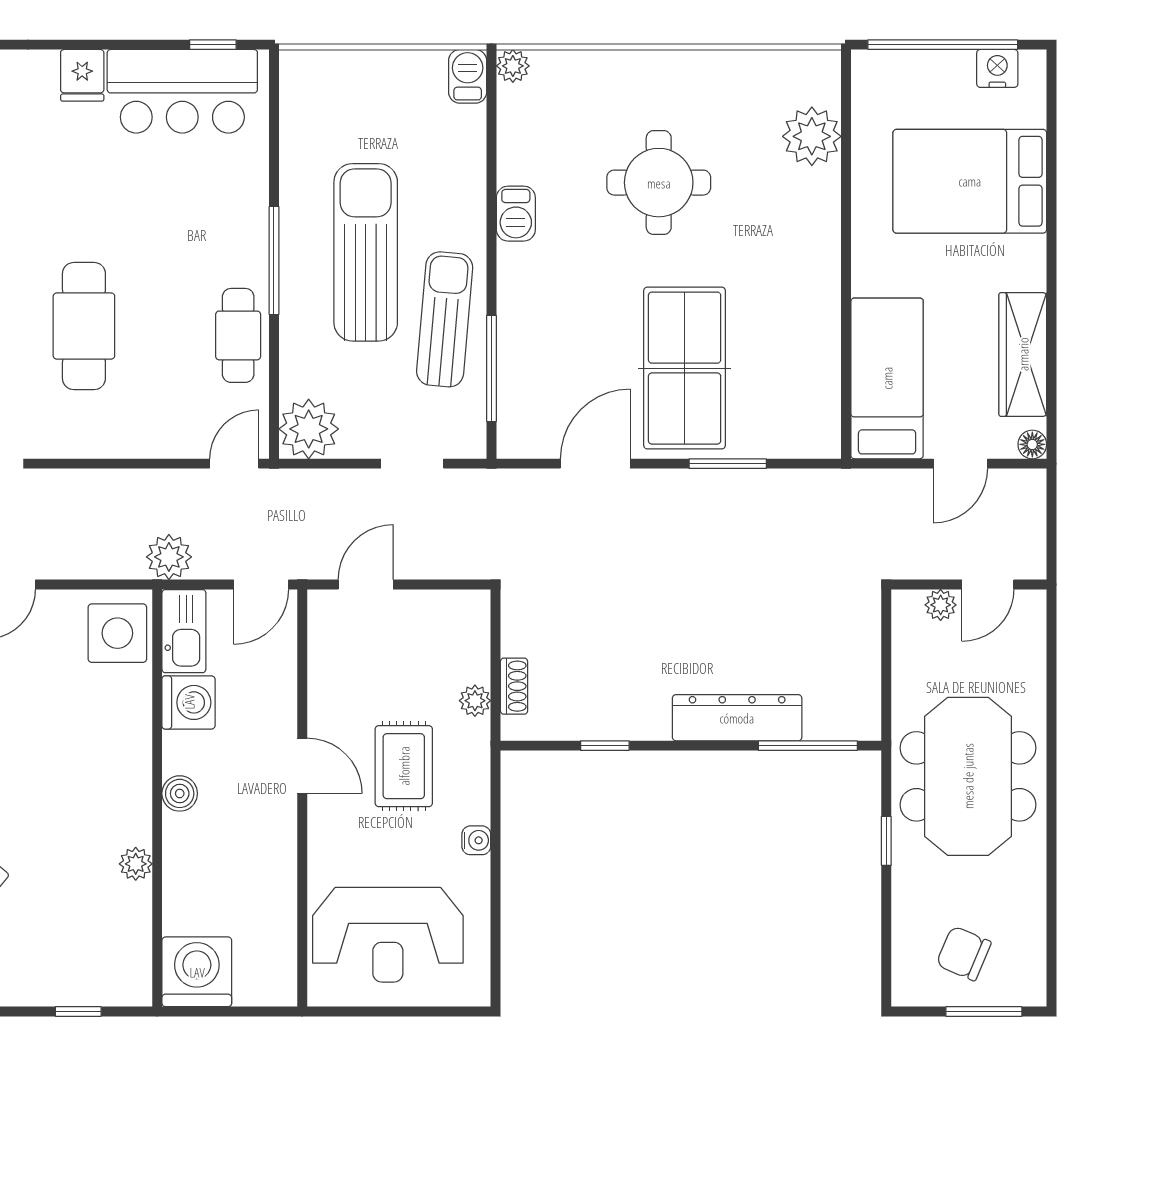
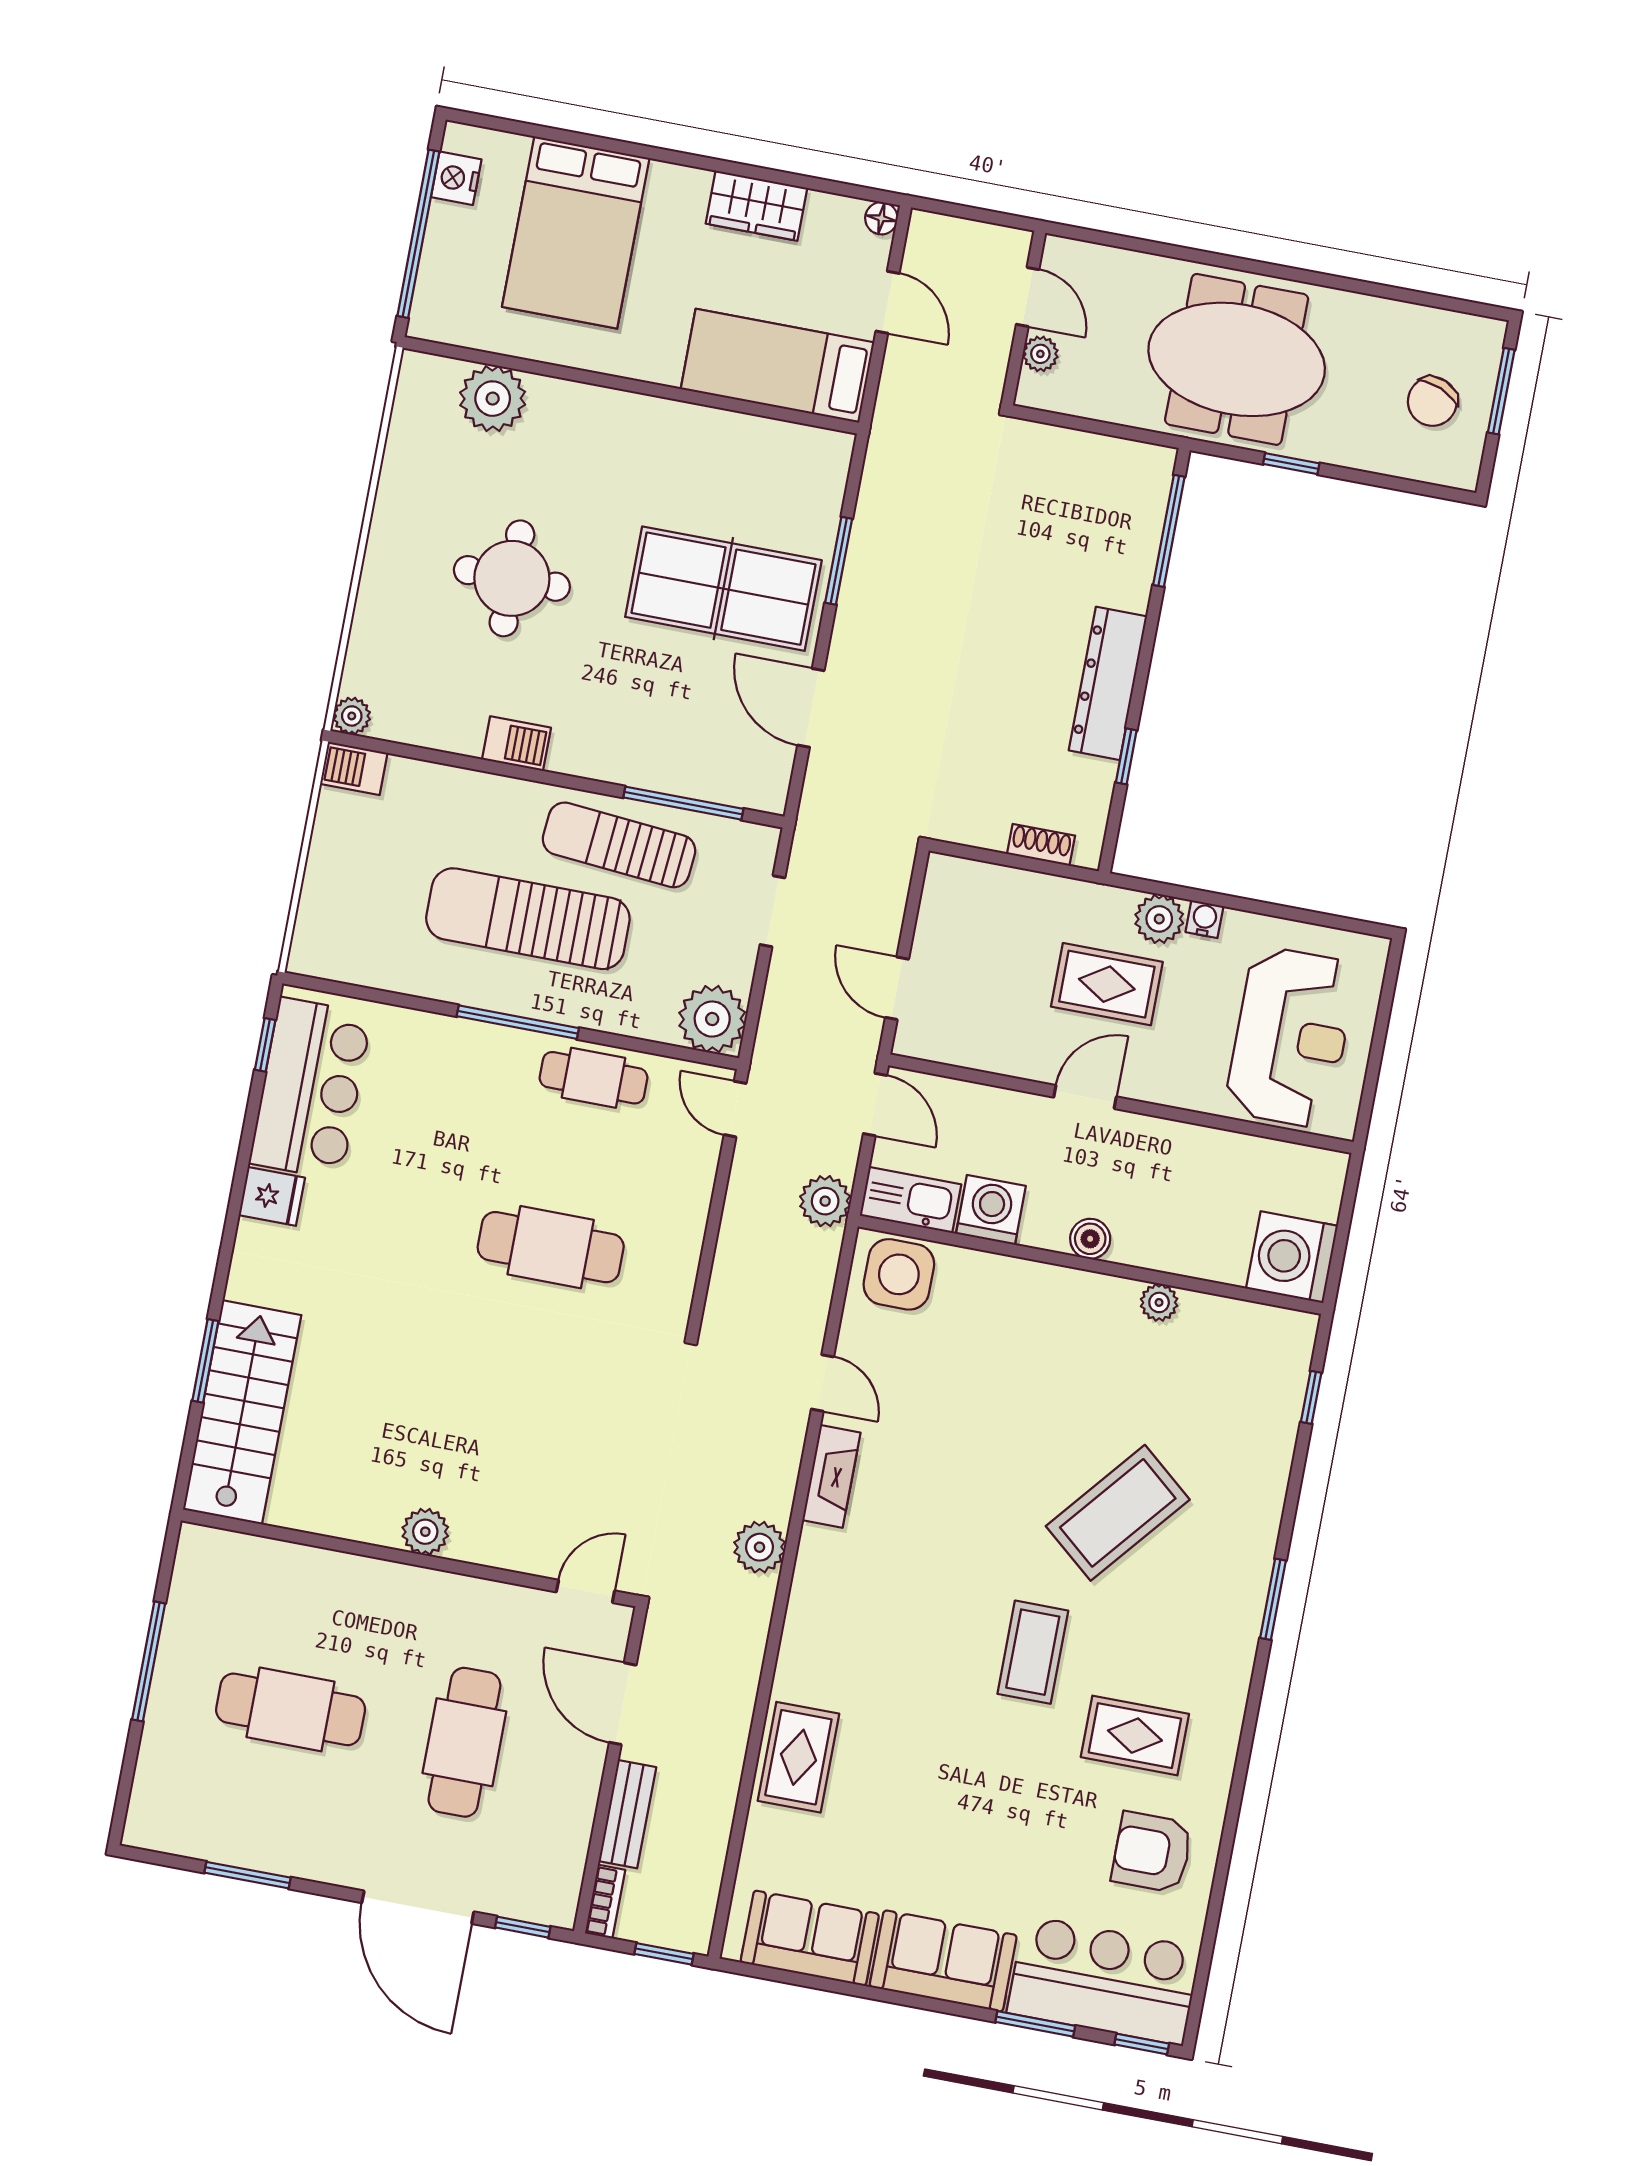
wardrobe: (1023, 354) -> (756, 206), width x0.67
plant: (475, 701) -> (1159, 919), moved, width x1.38, depth x1.38
dresser: (737, 718) -> (1108, 683), moved

